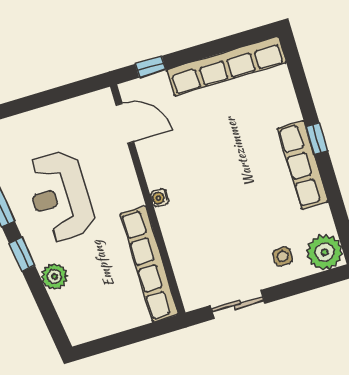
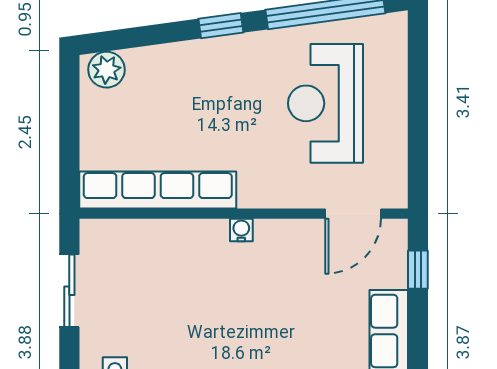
reception desk: (60, 196) -> (325, 103), moved, turned -90
plant: (54, 276) -> (107, 70), moved

